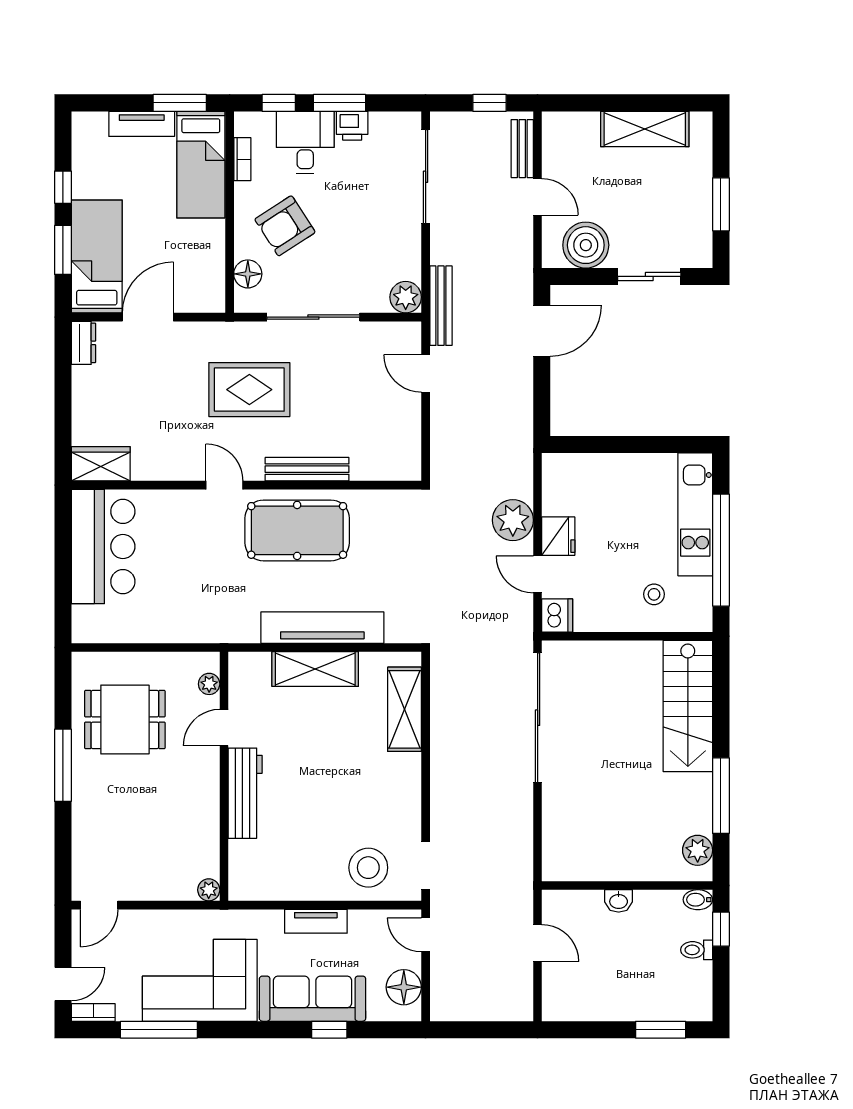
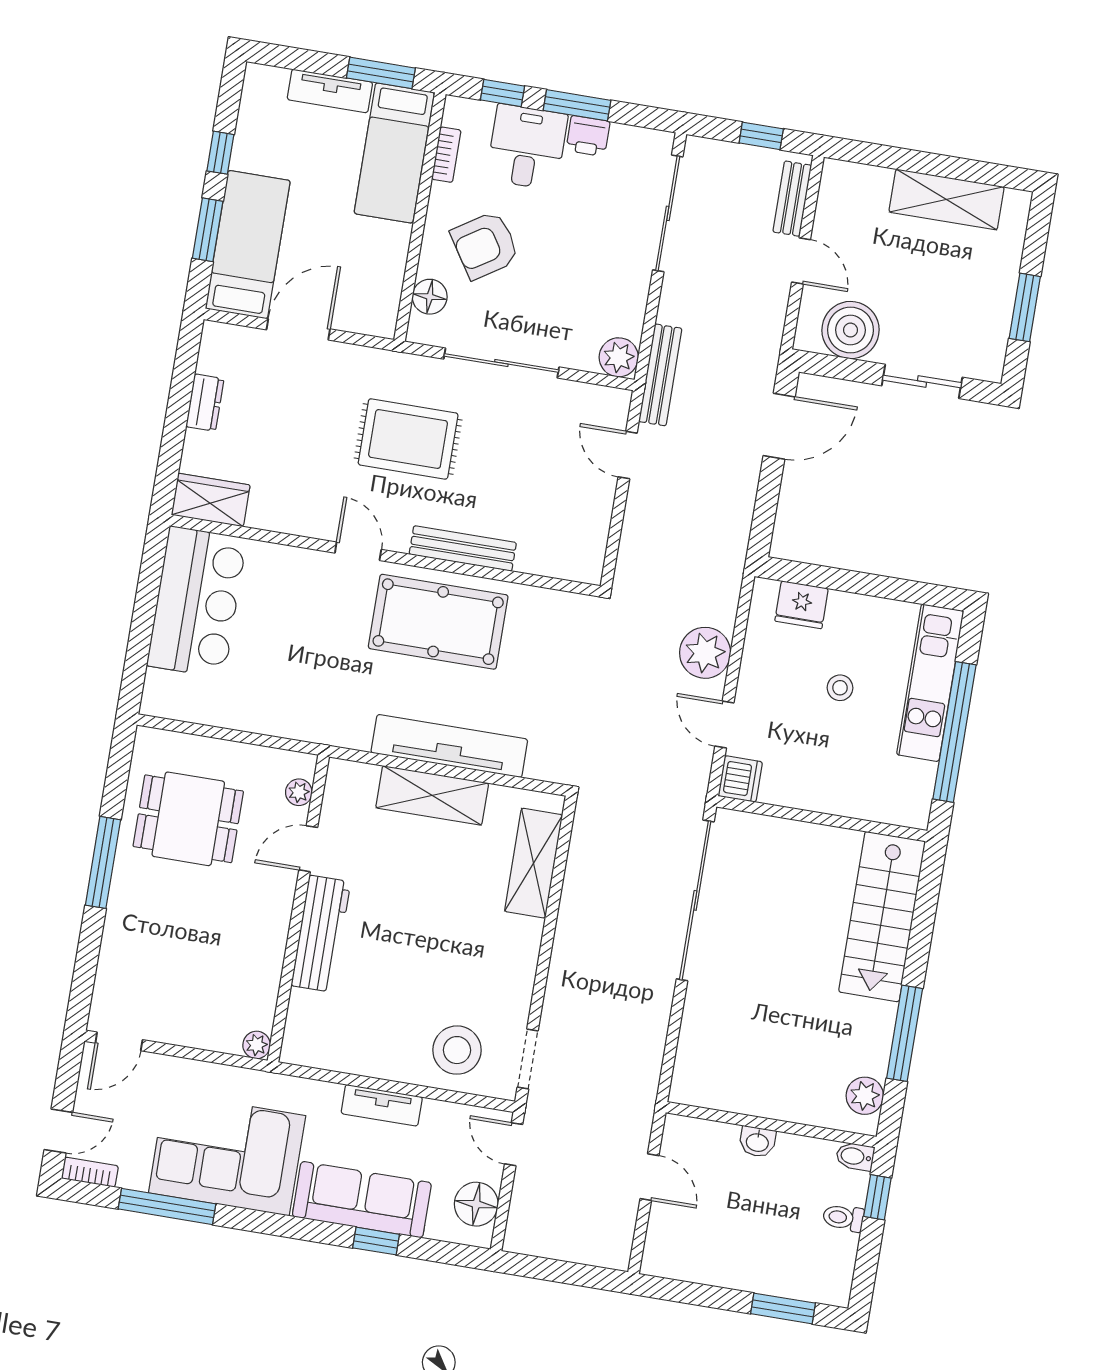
dresser: (83, 343) -> (205, 403), moved
fridge: (558, 536) -> (802, 605), moved, turned 90
stool: (654, 594) -> (840, 688), moved

